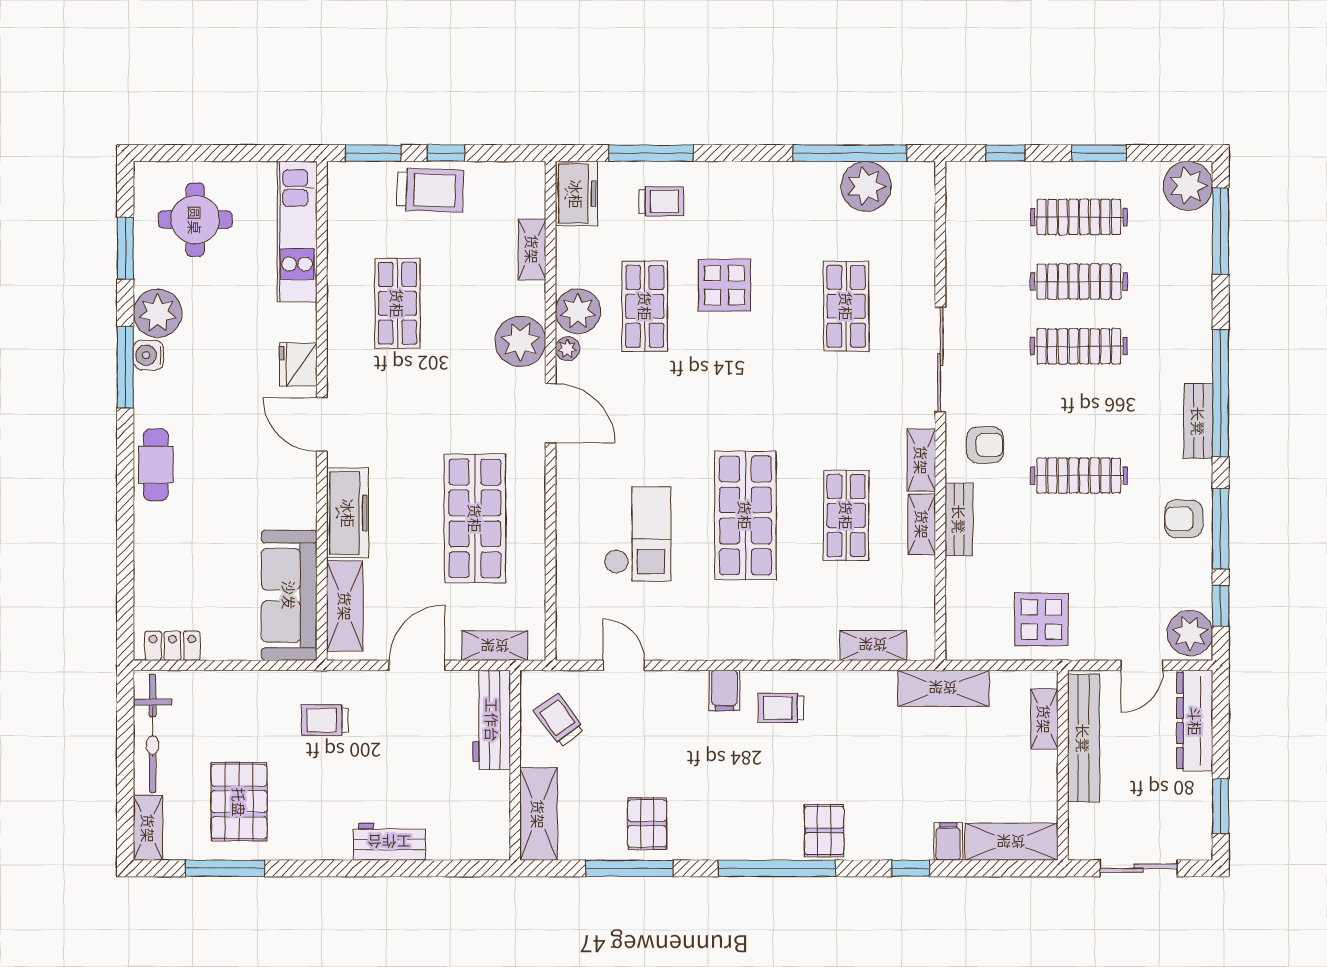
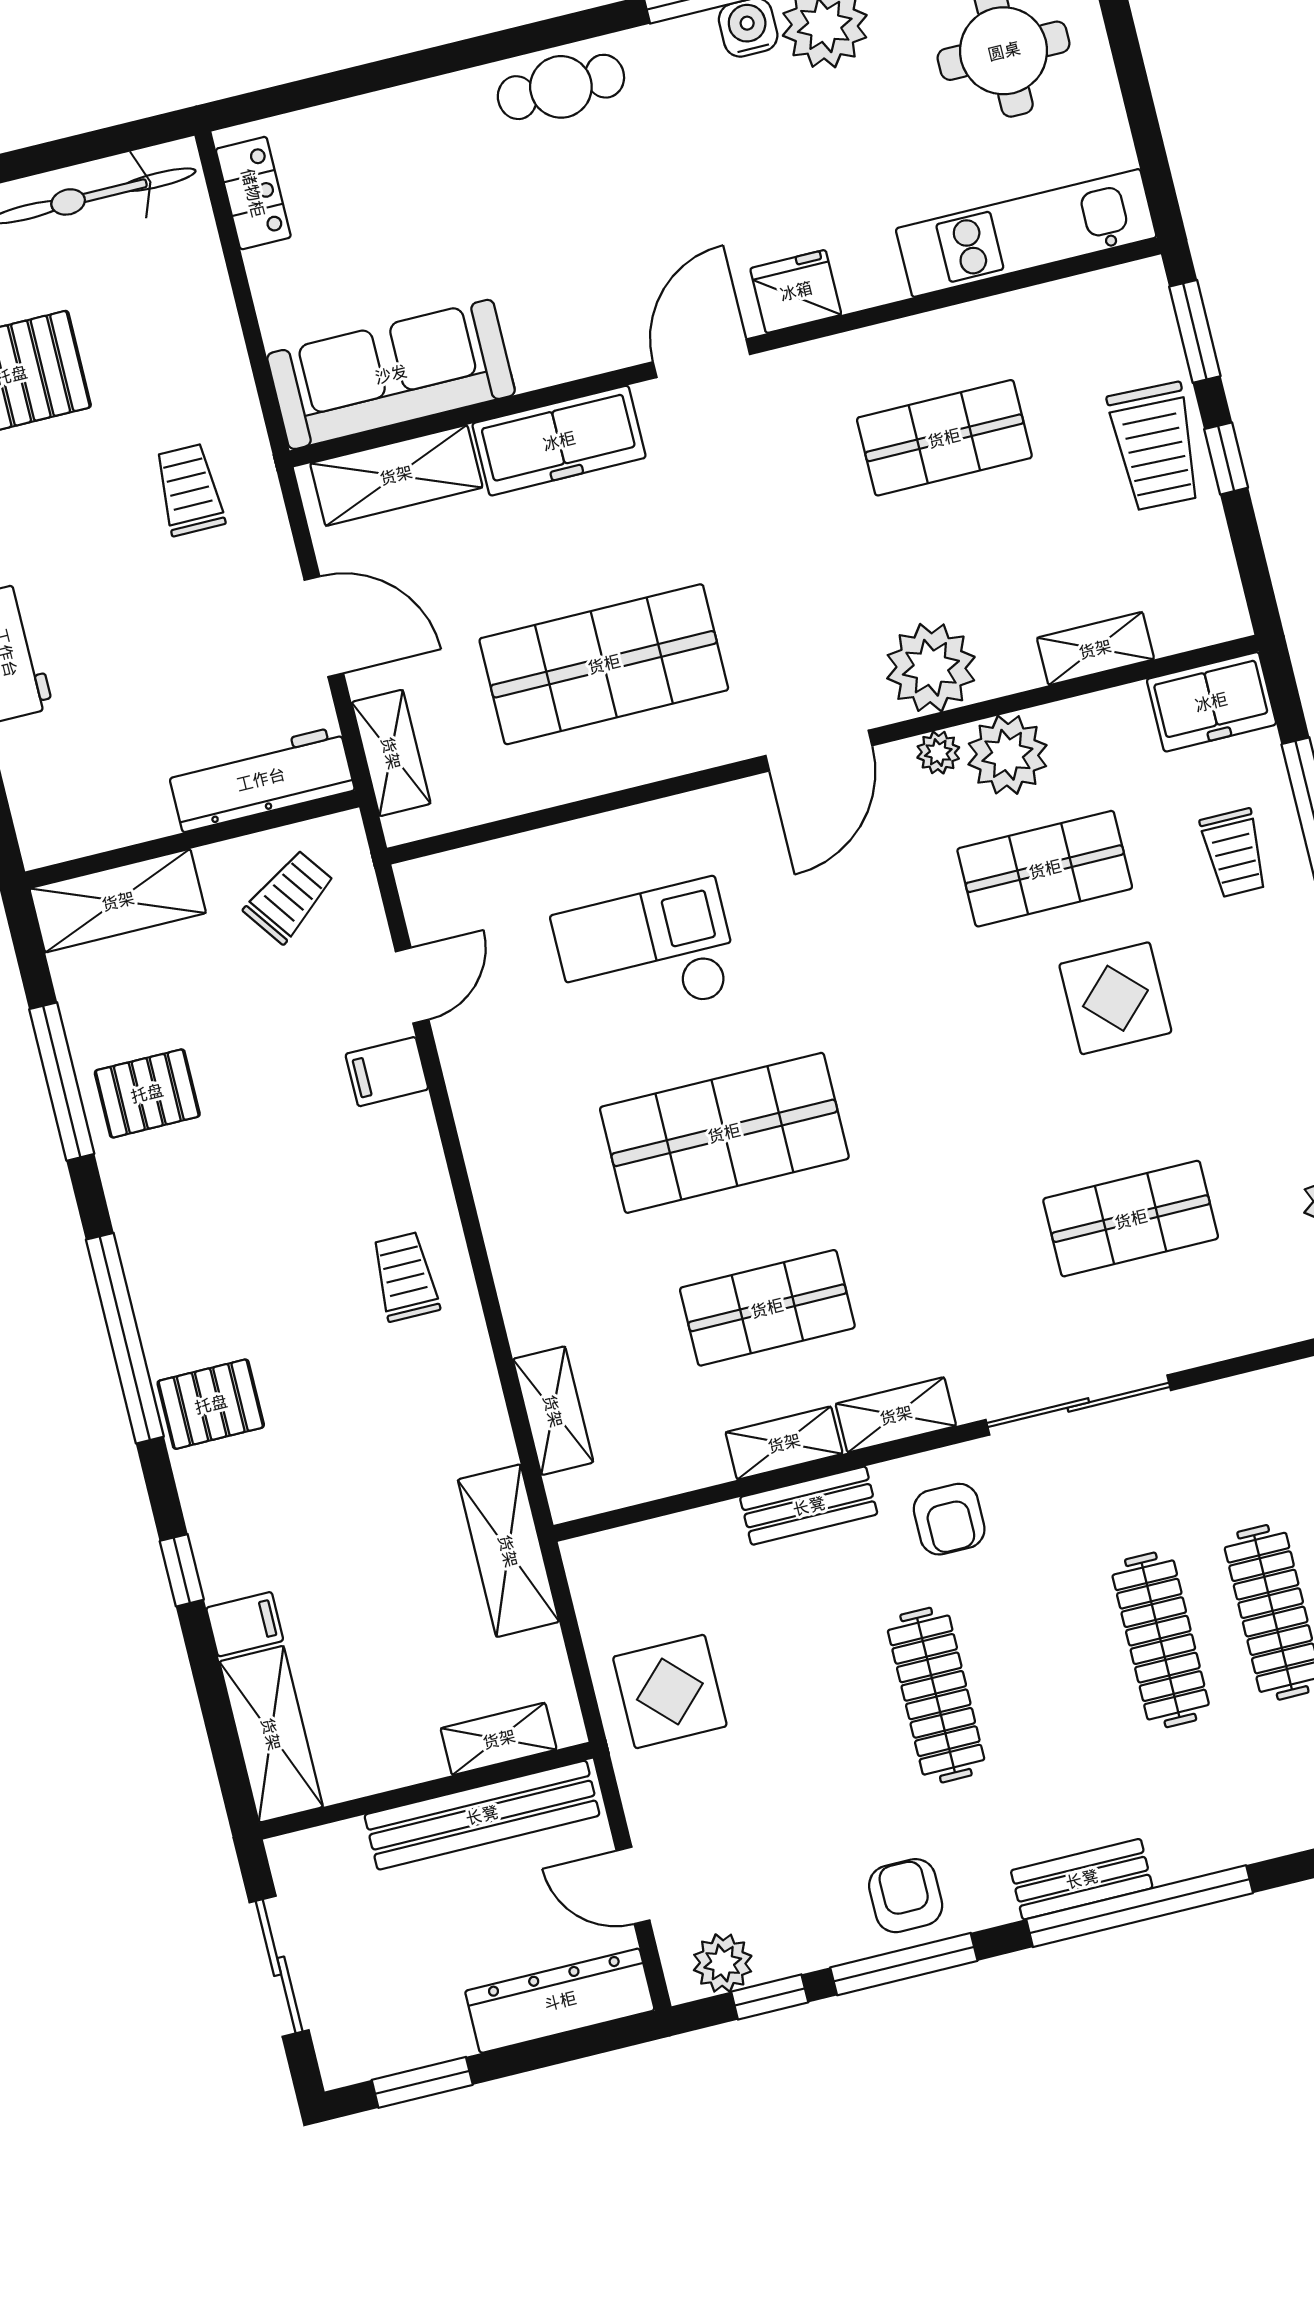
checkout: (638, 534) -> (646, 953), turned 180
plant: (1190, 633) -> (723, 1963), width x0.73, depth x0.73
filing cabinet: (725, 691) -> (387, 1072), moved

